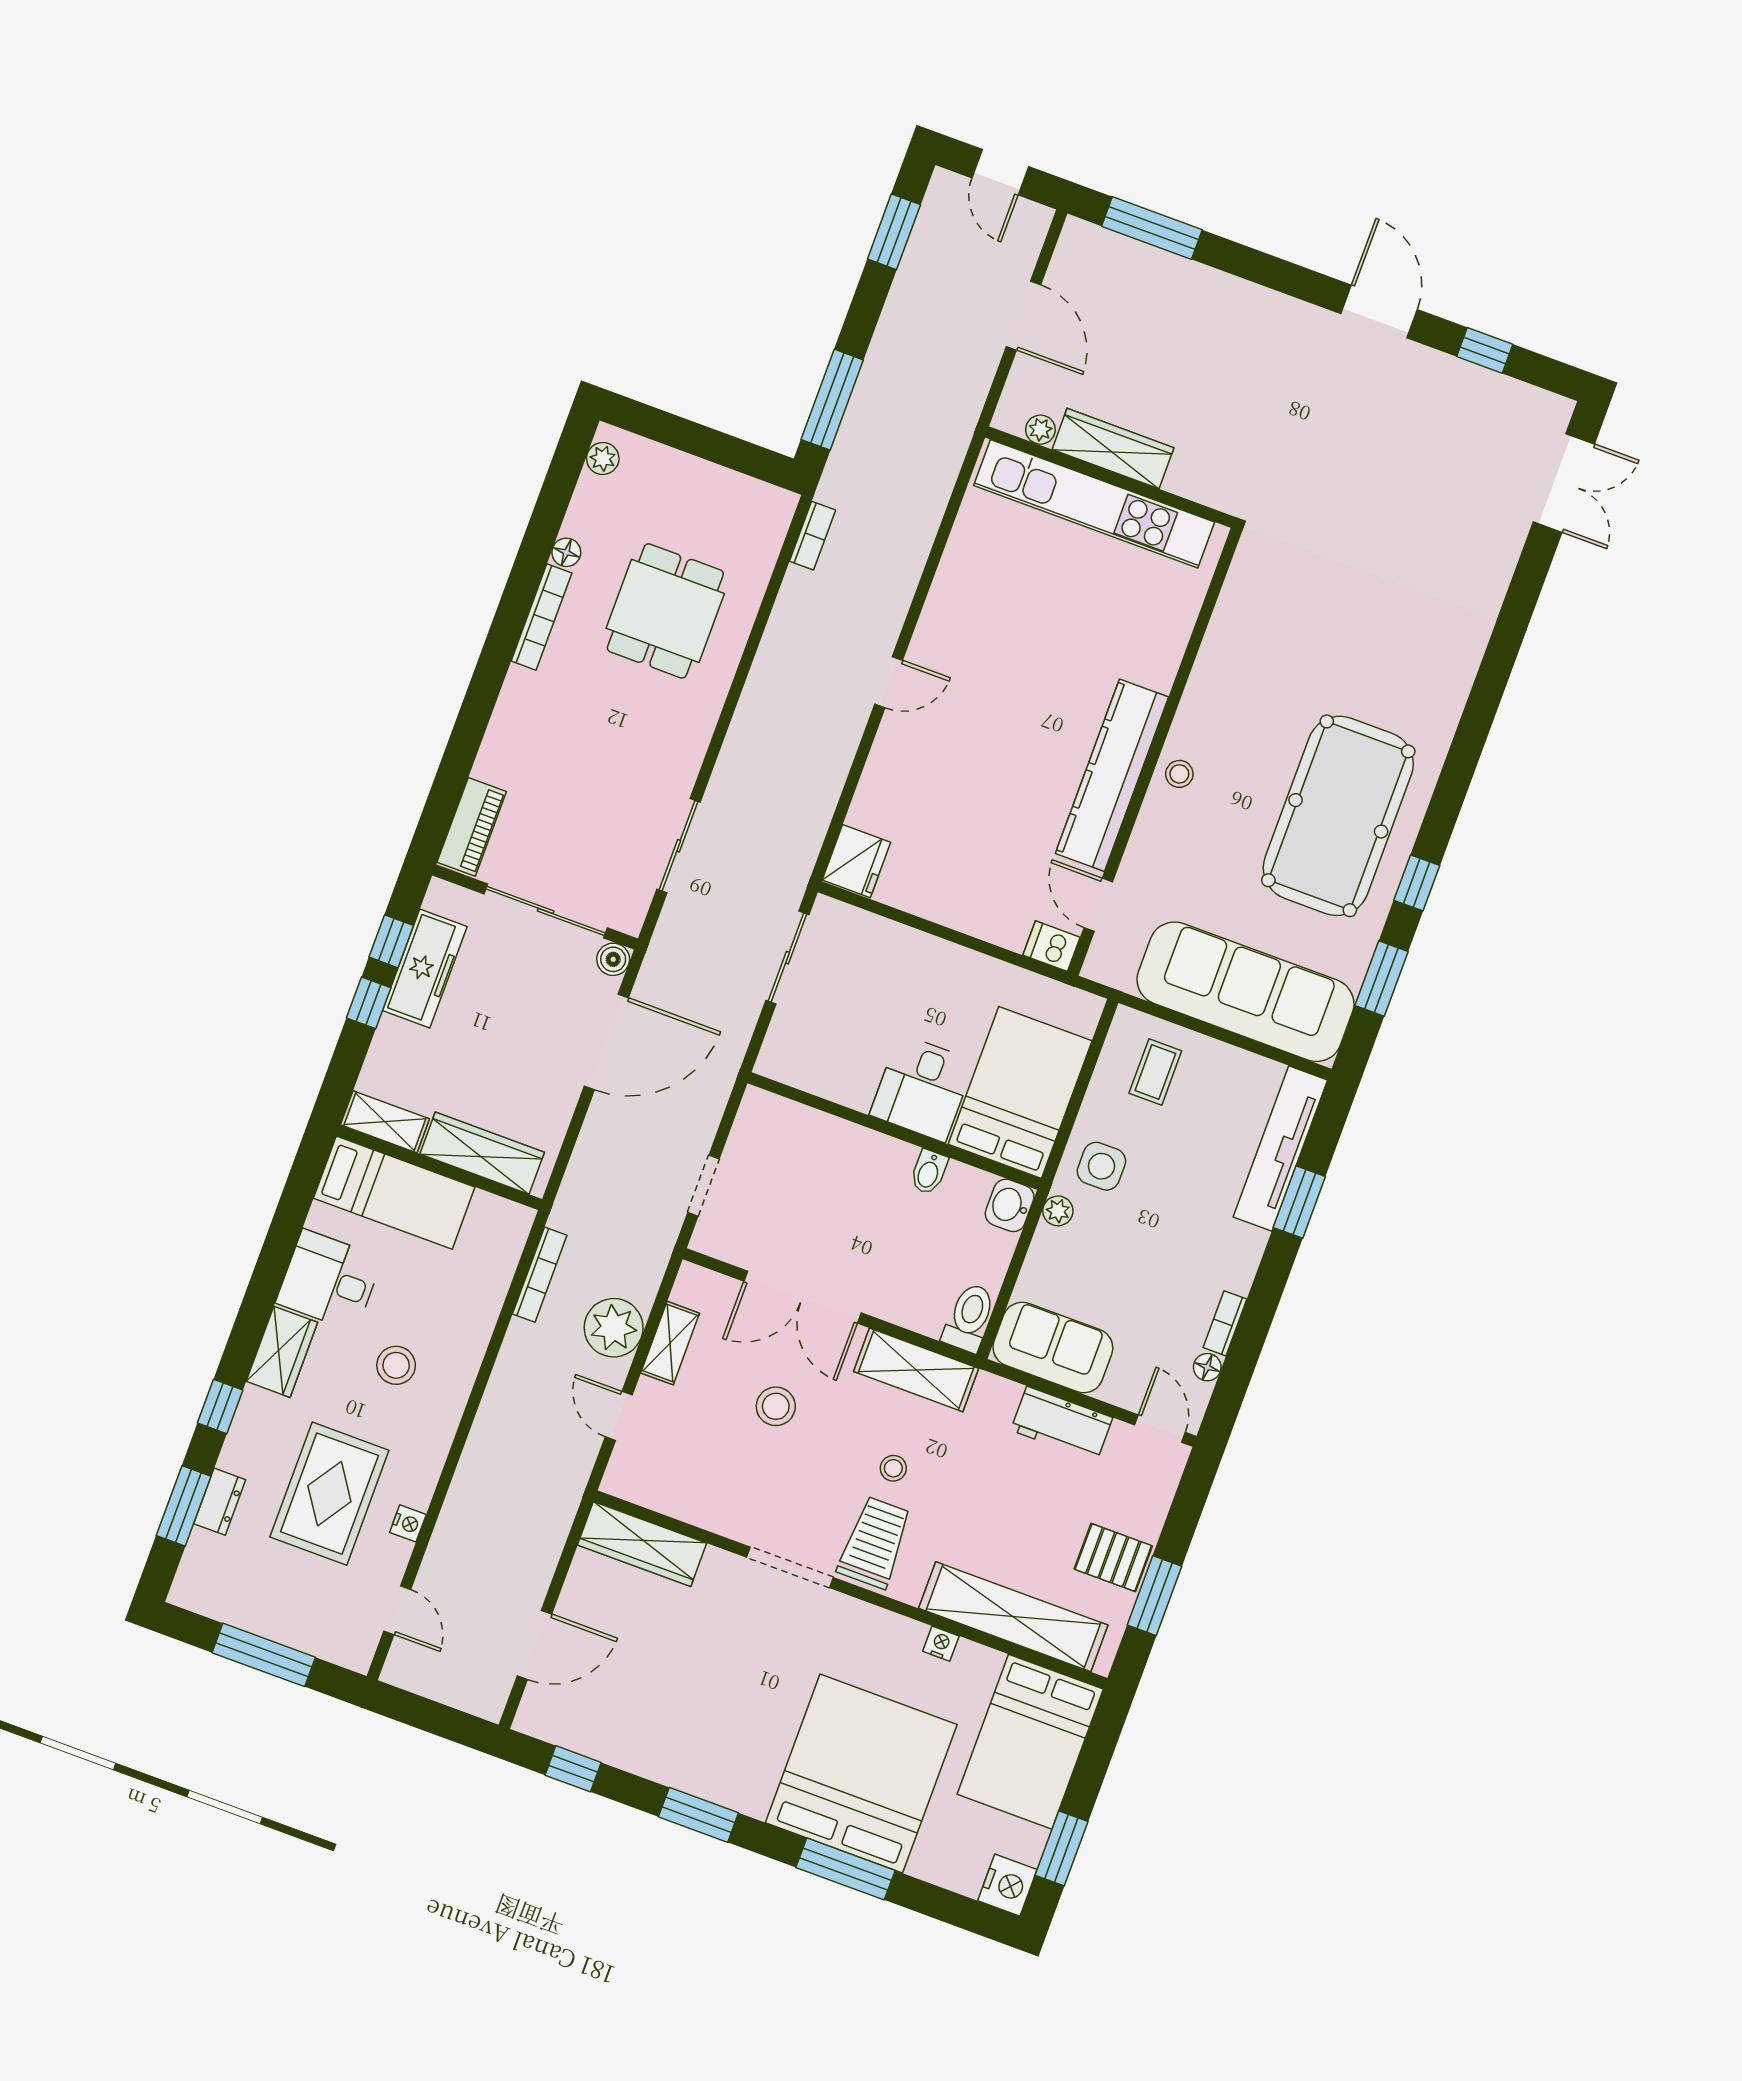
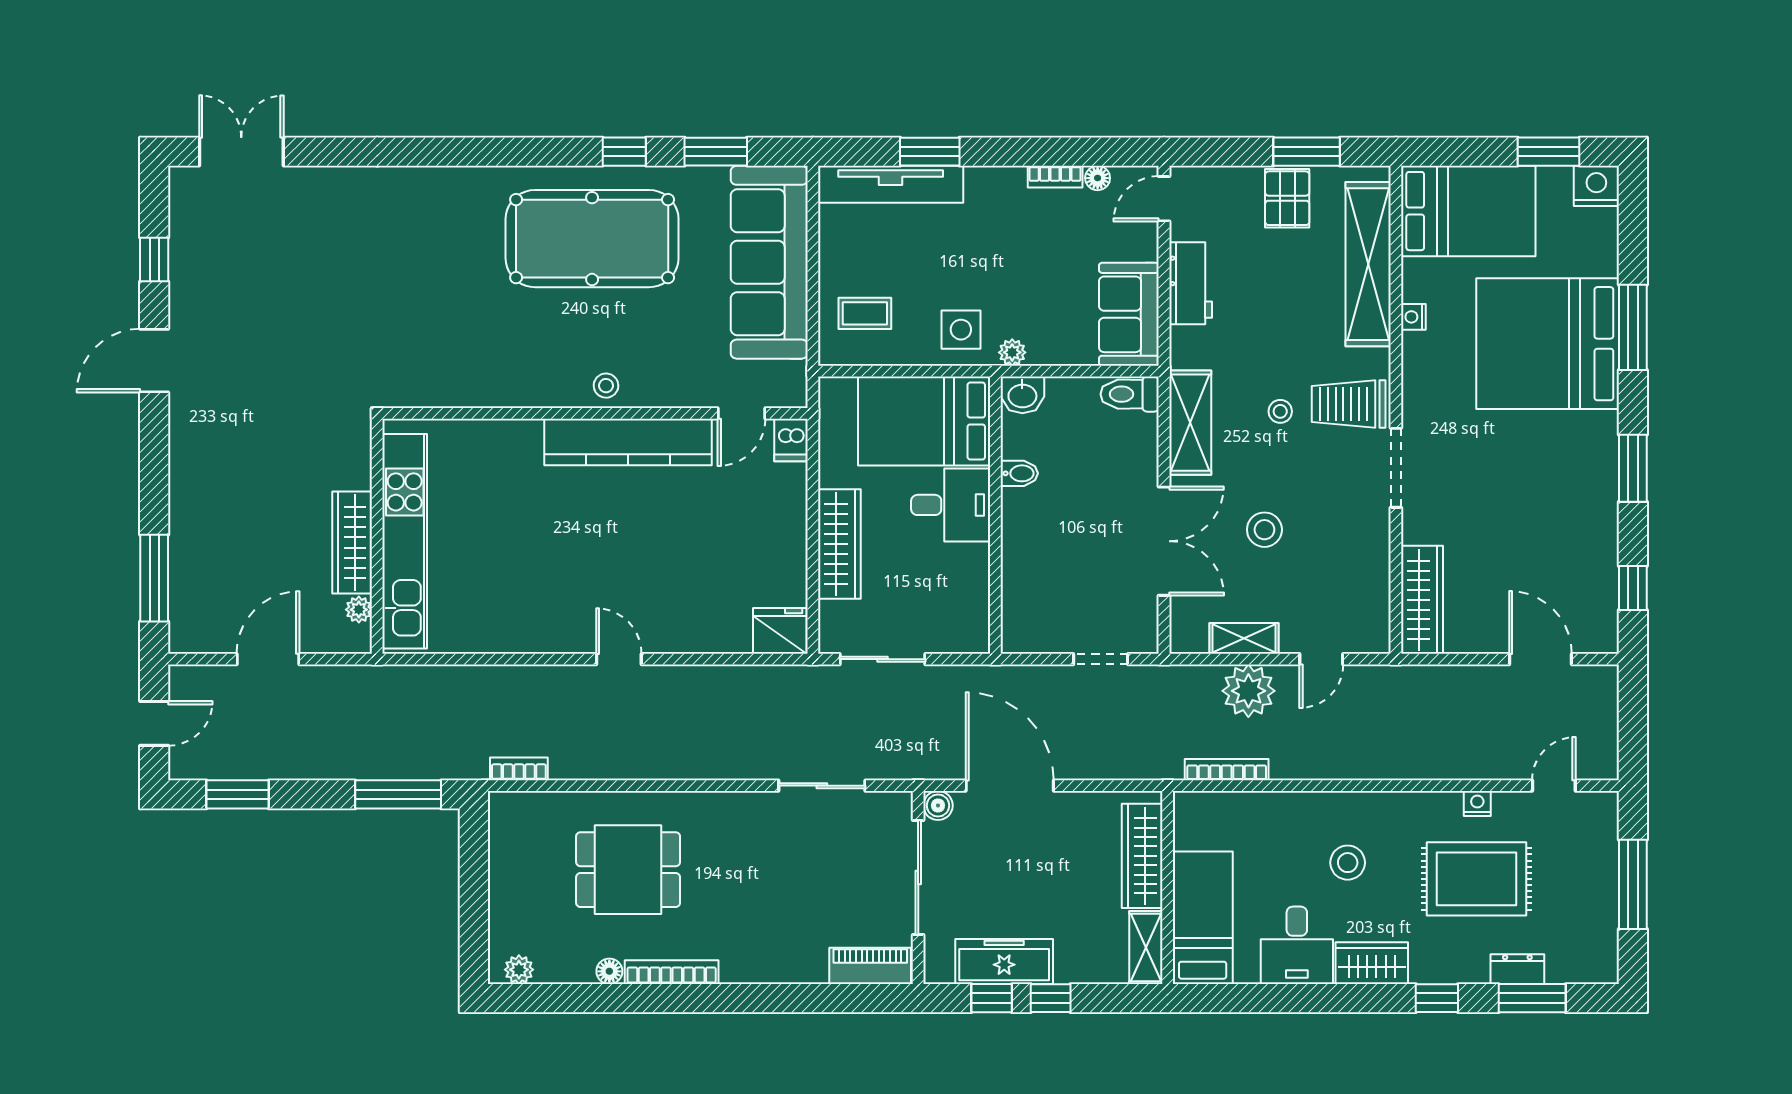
wardrobe: (924, 957) -> (839, 544), added

